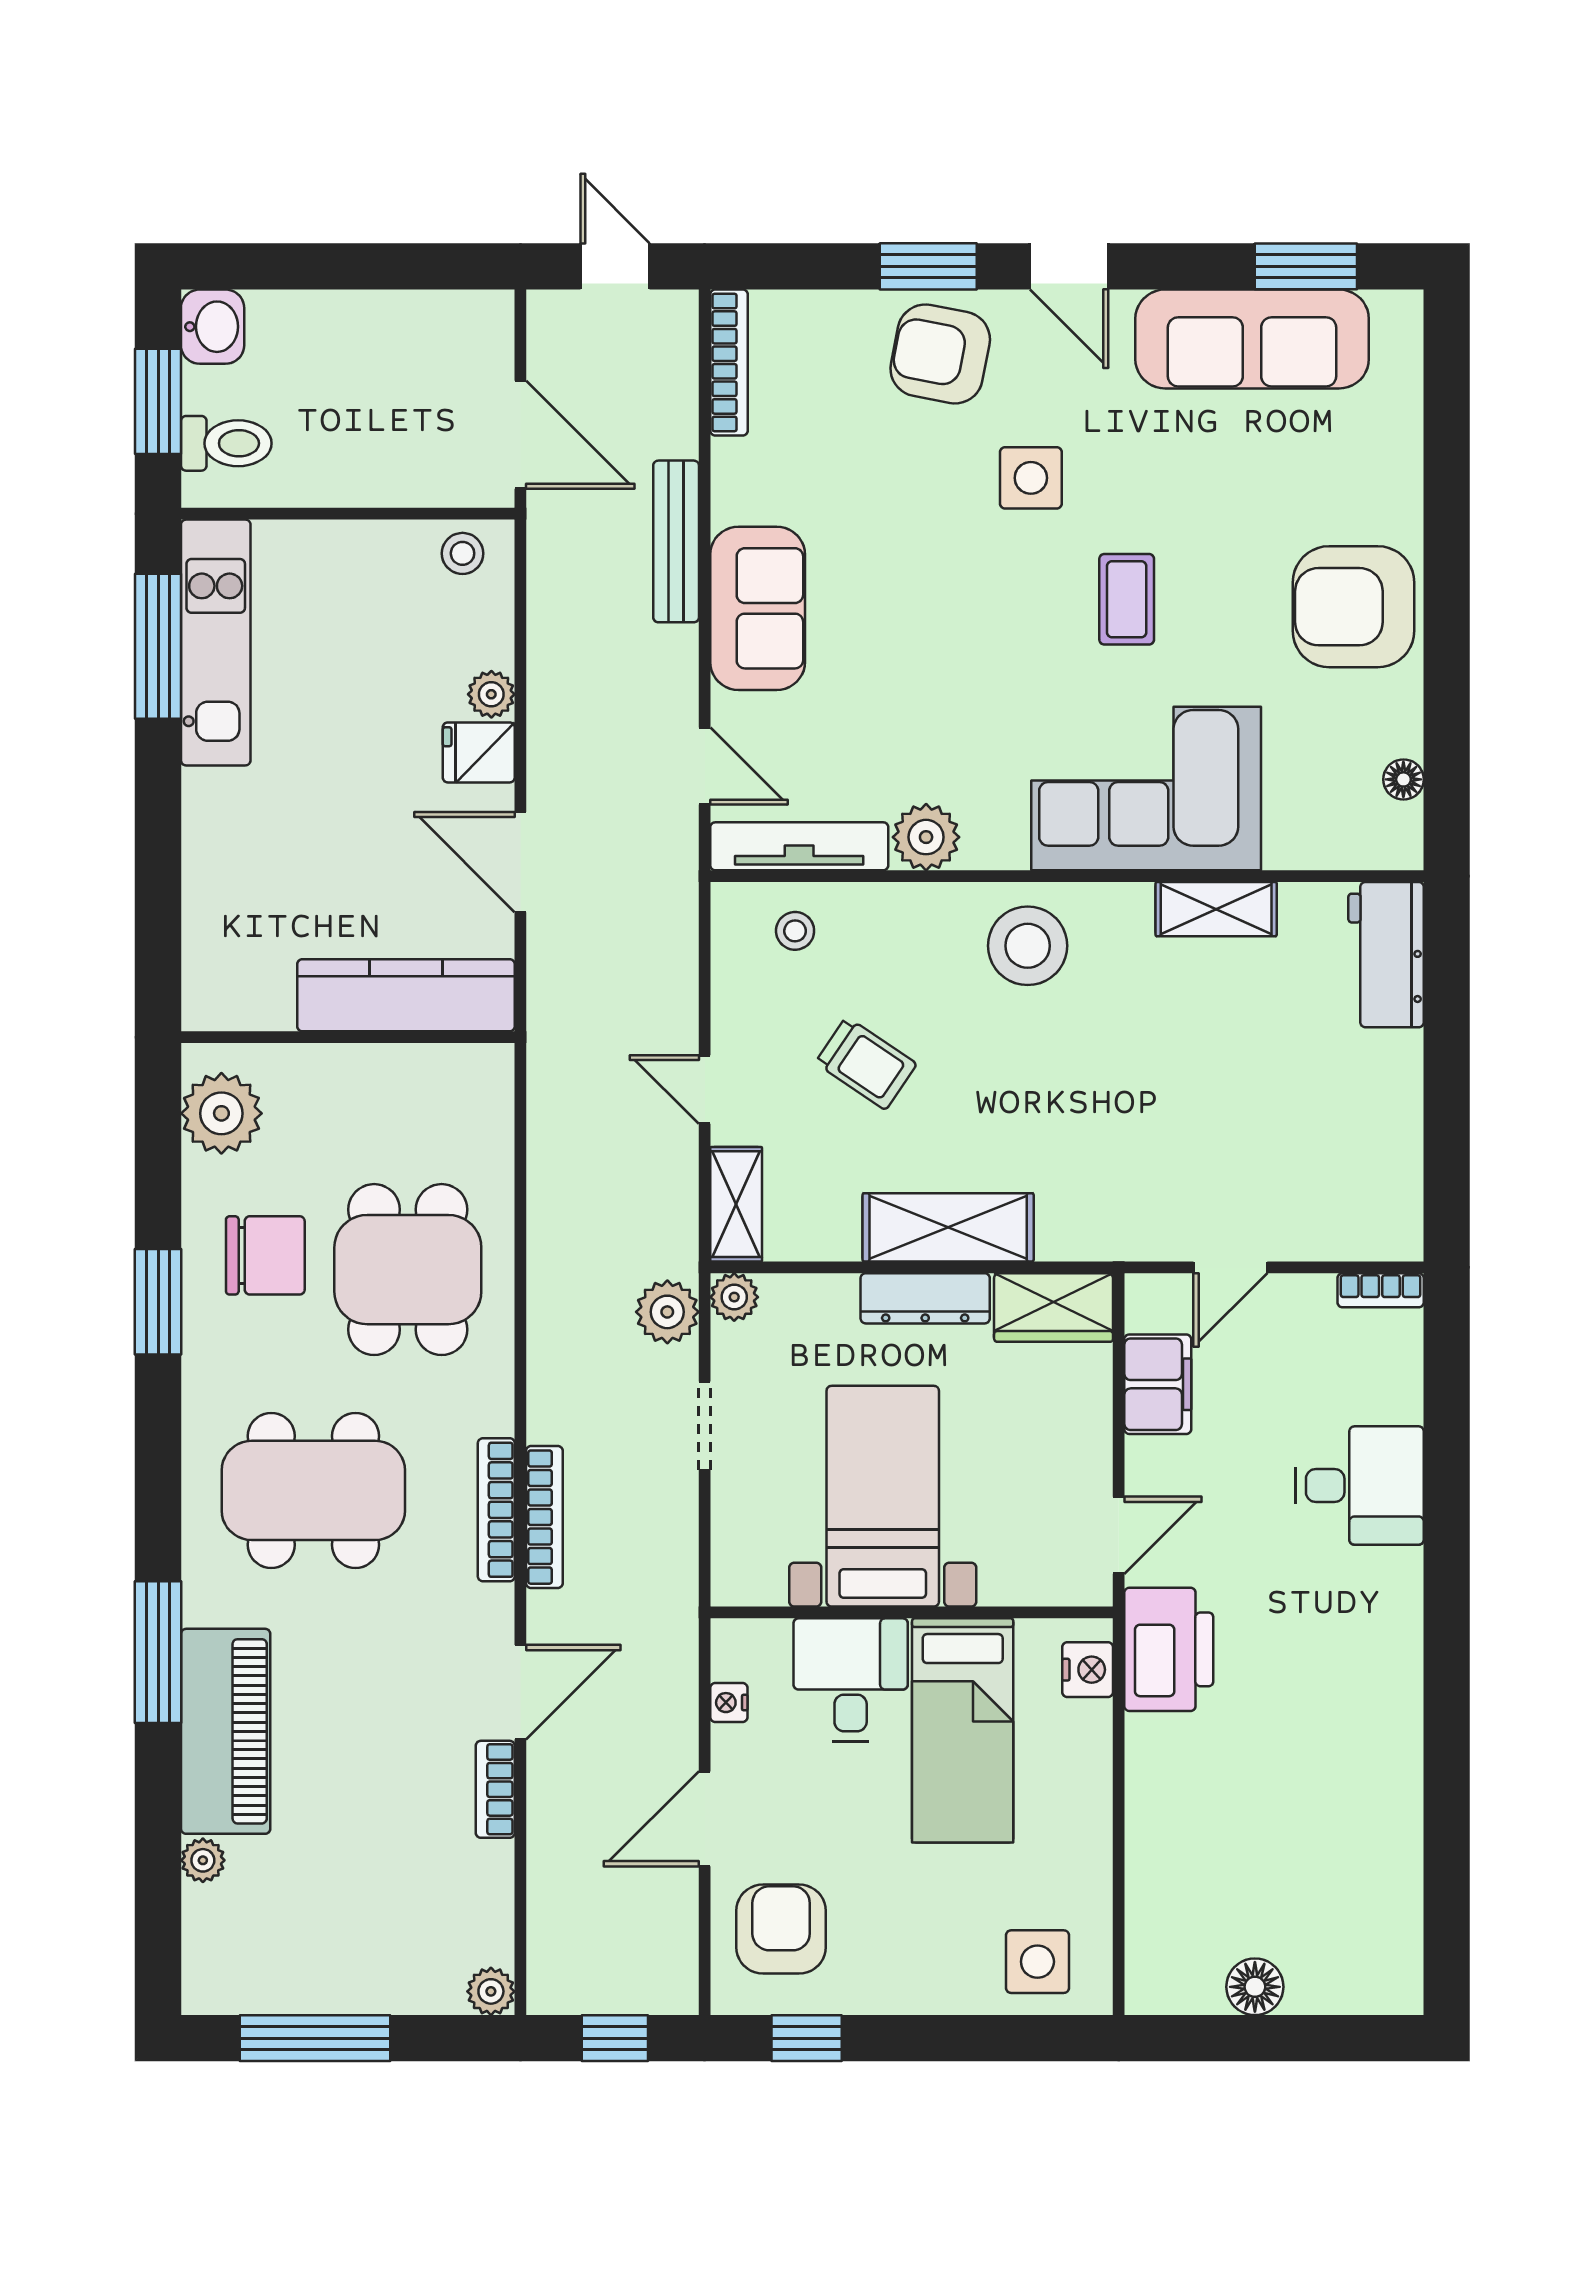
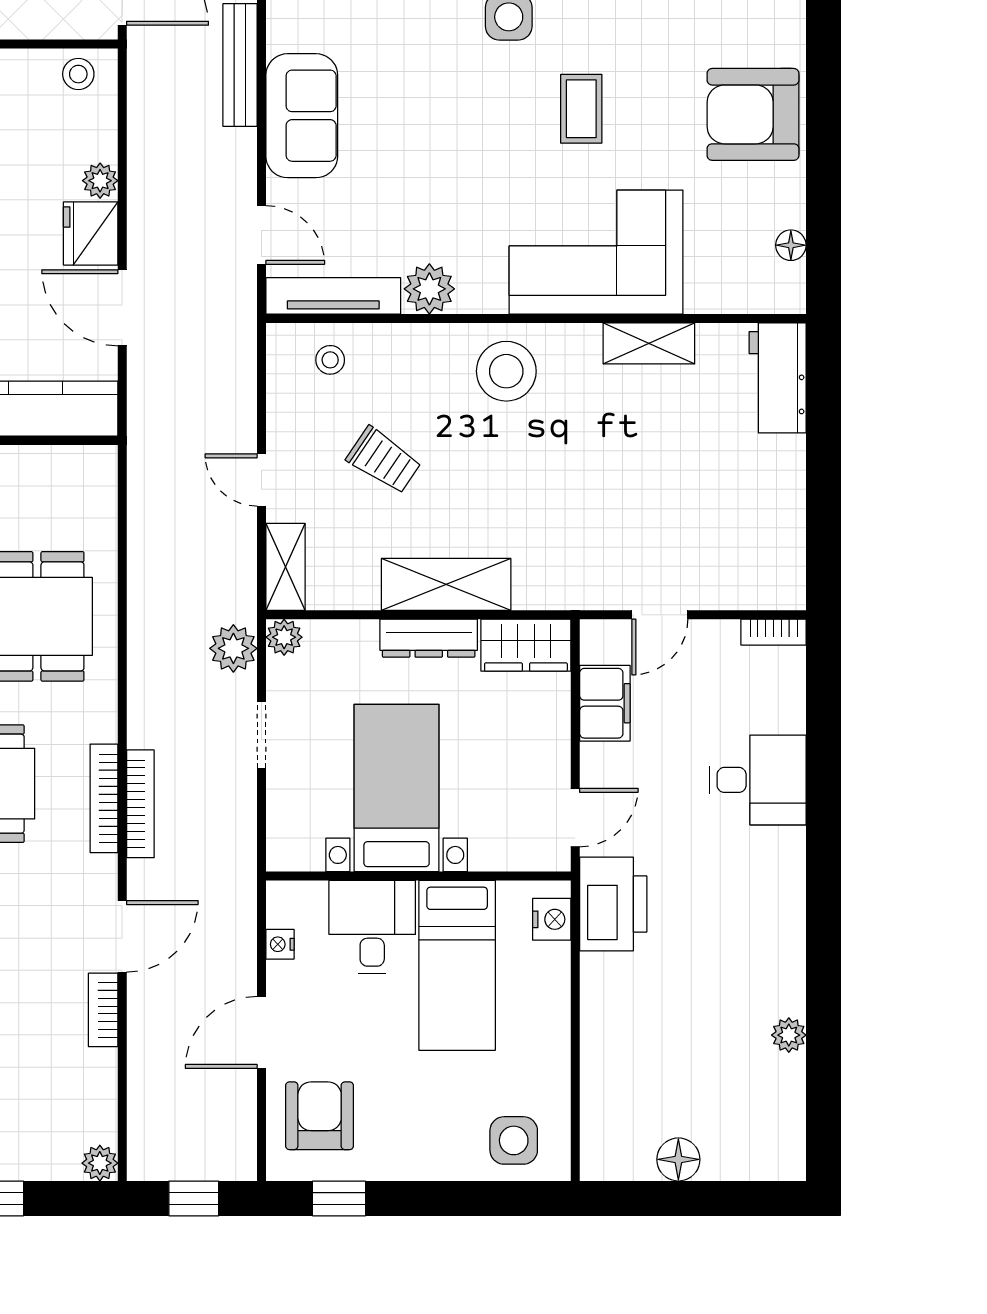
fridge: (479, 752) -> (91, 234), width x1.38
plant: (1401, 1822) -> (789, 1035), added

